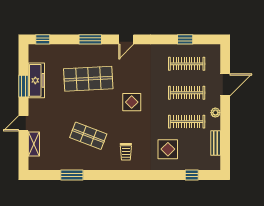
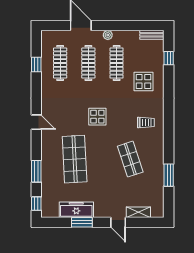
window: (90, 39) -> (36, 171), moved
shop shelf: (88, 136) -> (130, 159), turned -39
bench: (216, 143) -> (152, 35), moved

